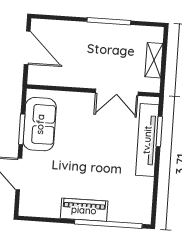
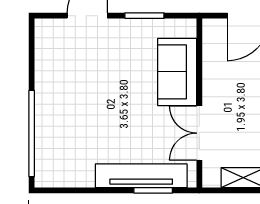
sofa: (40, 124) -> (177, 72), moved, turned 90
piano: (84, 210) -> (47, 102), removed

